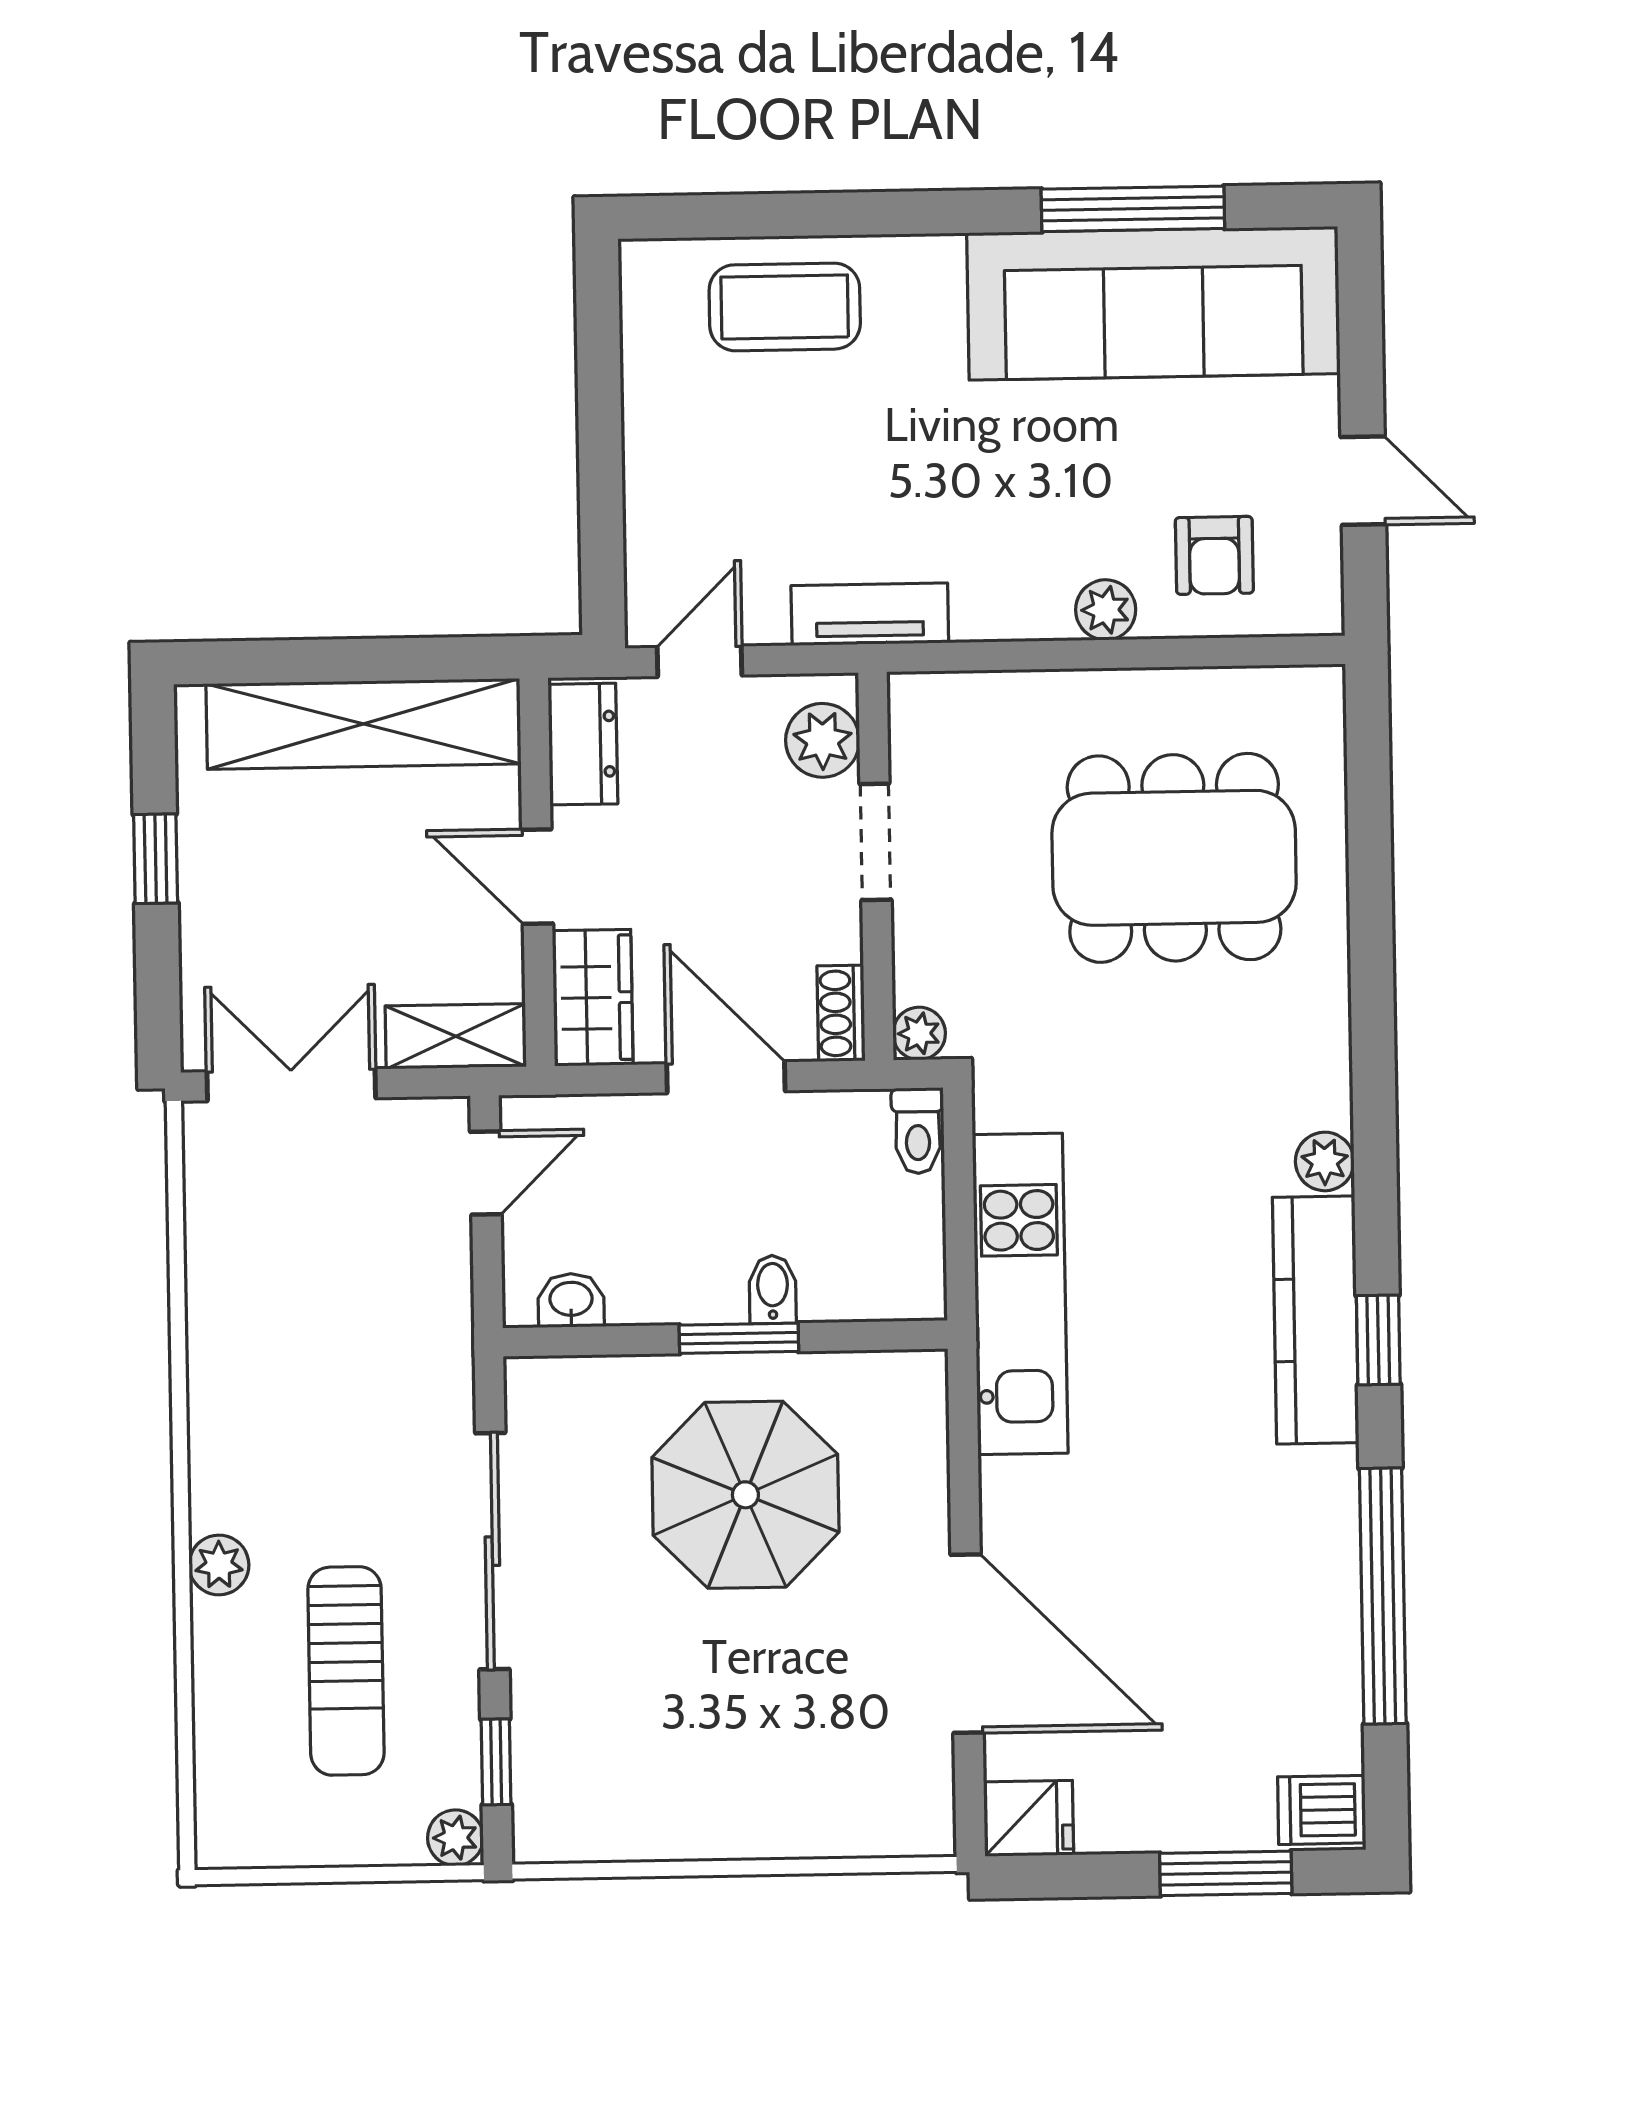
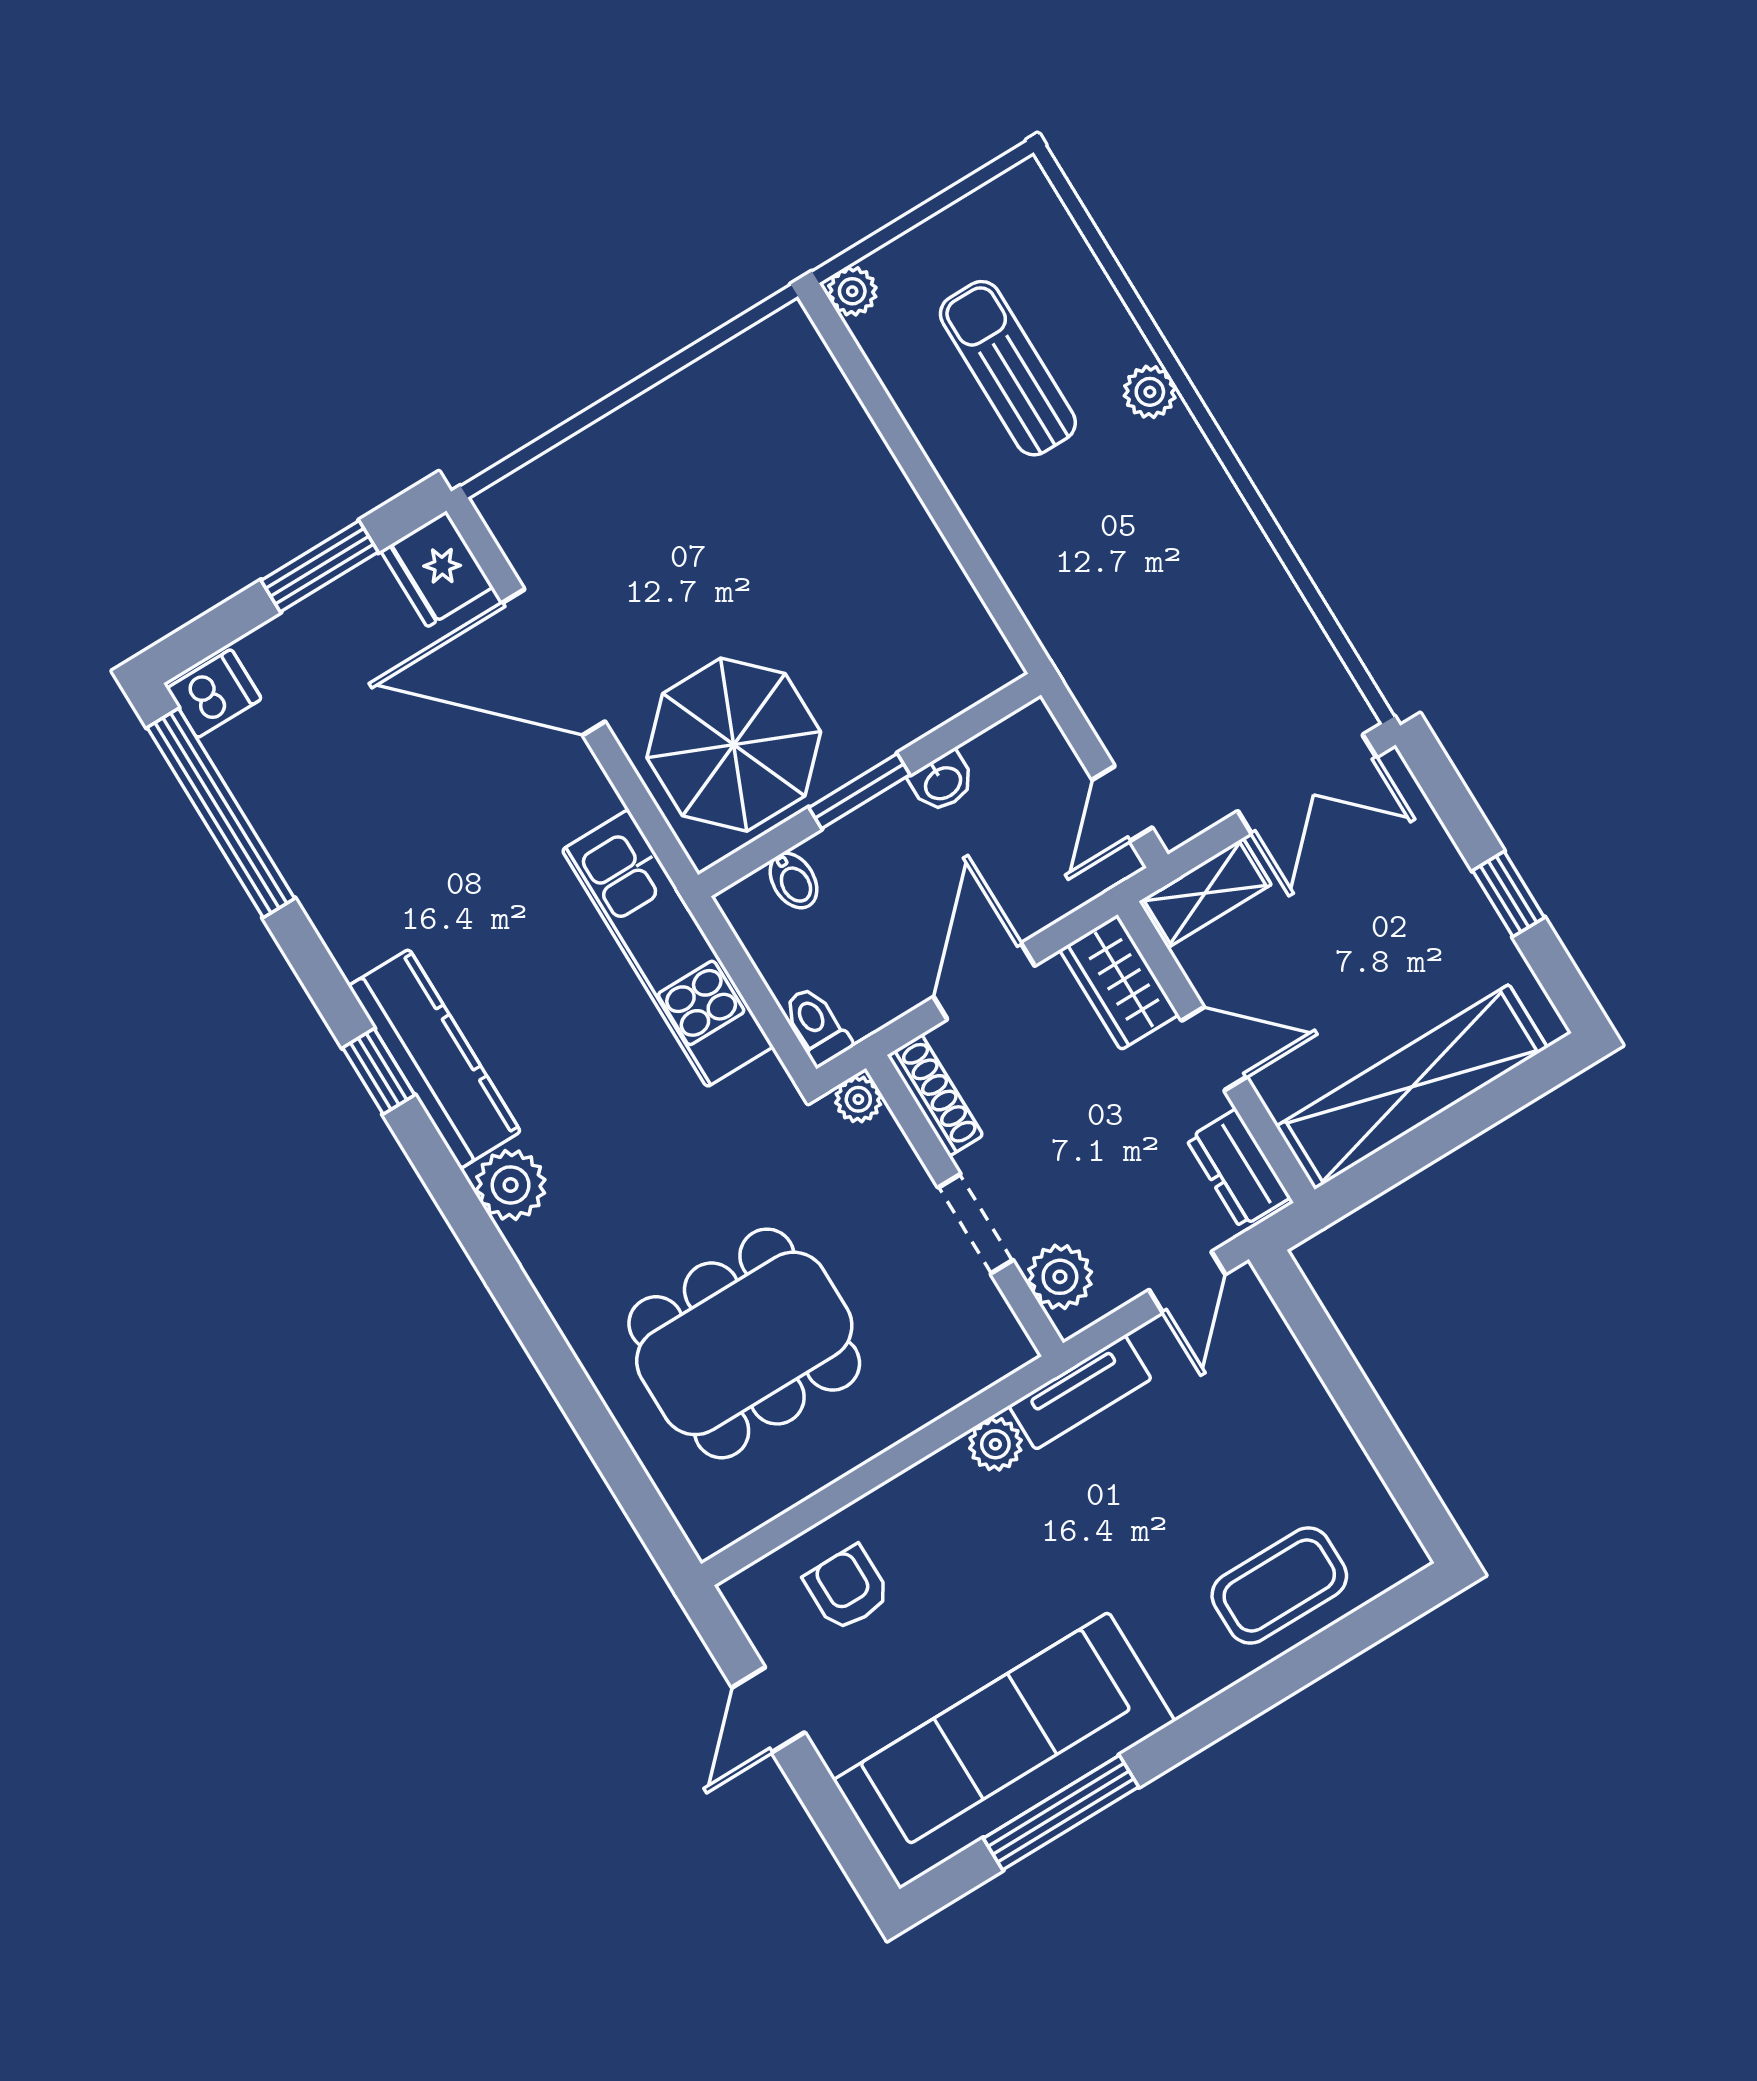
door: (1363, 481) -> (768, 1710), hinge flipped
plant: (1106, 610) -> (995, 1444), moved
shoe rack: (841, 1013) -> (935, 1095), width x1.43
door: (726, 1077) -> (984, 981), swing flipped
plant: (1325, 1161) -> (511, 1185), width x1.38, depth x1.38
bidet: (773, 1289) -> (794, 881), moved
washbasin: (571, 1300) -> (942, 782), moved
parasol: (745, 1495) -> (734, 745), moved
sliding door: (492, 1551) -> (951, 523), removed
window: (1383, 1596) -> (221, 813), moved
window: (496, 1762) -> (855, 366), removed
fridge: (1029, 1818) -> (437, 569), width x1.38
window: (1226, 1873) -> (320, 566), moved

